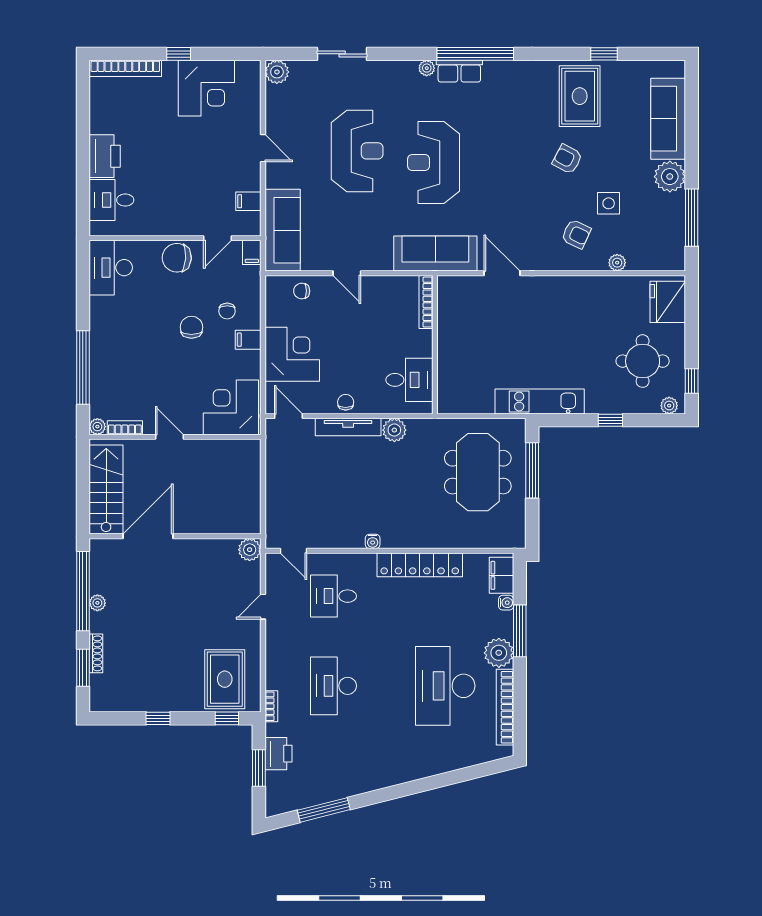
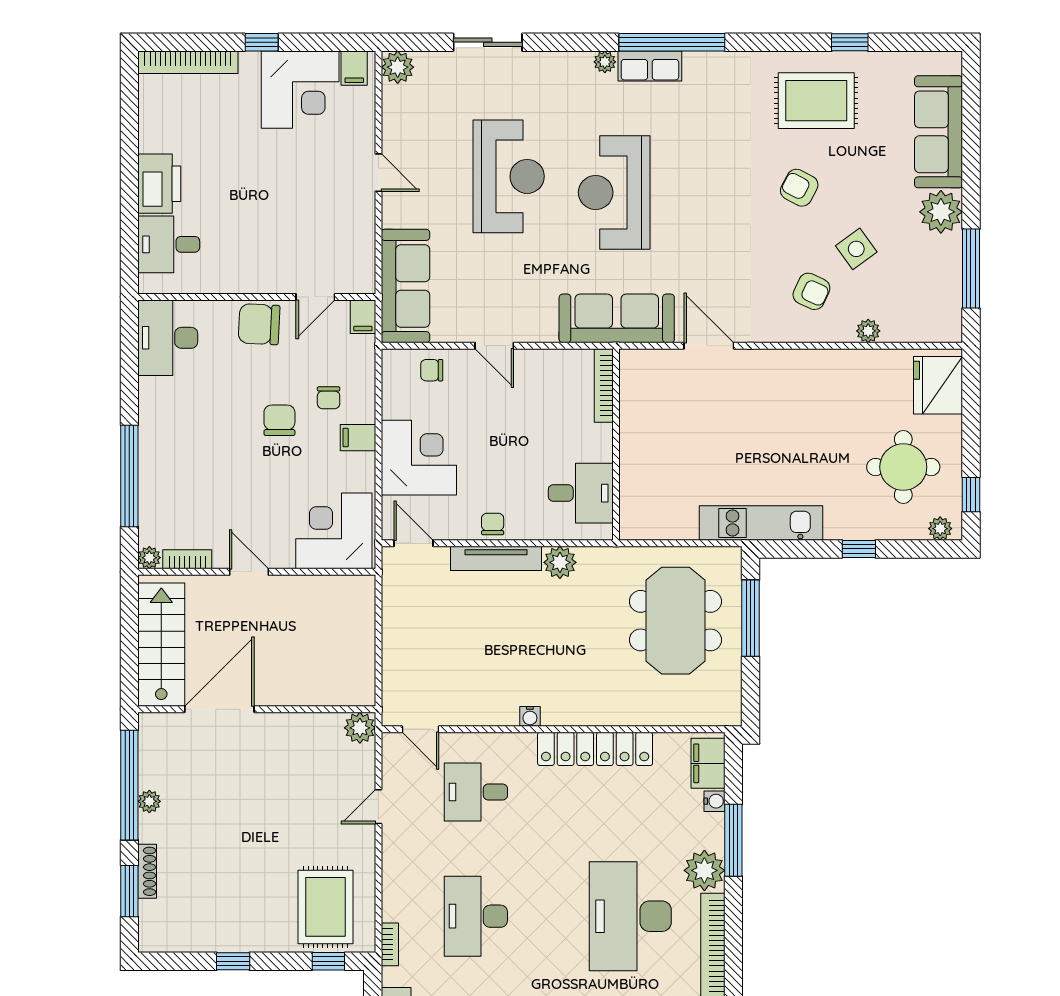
rug: (580, 96) -> (816, 101), turned 90
filing cabinet: (248, 201) -> (354, 68), moved, turned -90
side table: (609, 203) -> (856, 249), turned -36

